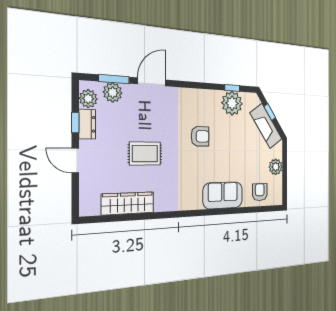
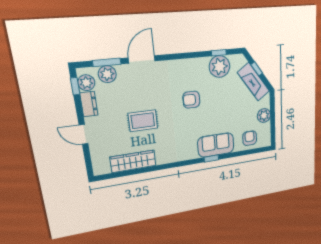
window: (75, 123) -> (75, 86), moved
armchair: (200, 136) -> (191, 100), turned 180
window: (217, 212) -> (211, 158), added

